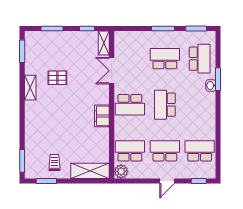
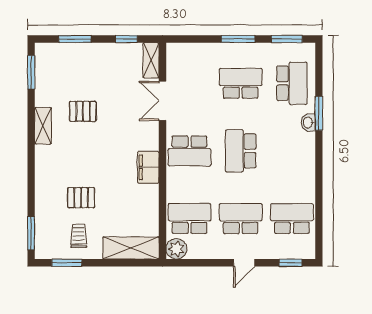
pallet: (56, 137) -> (81, 198), added

